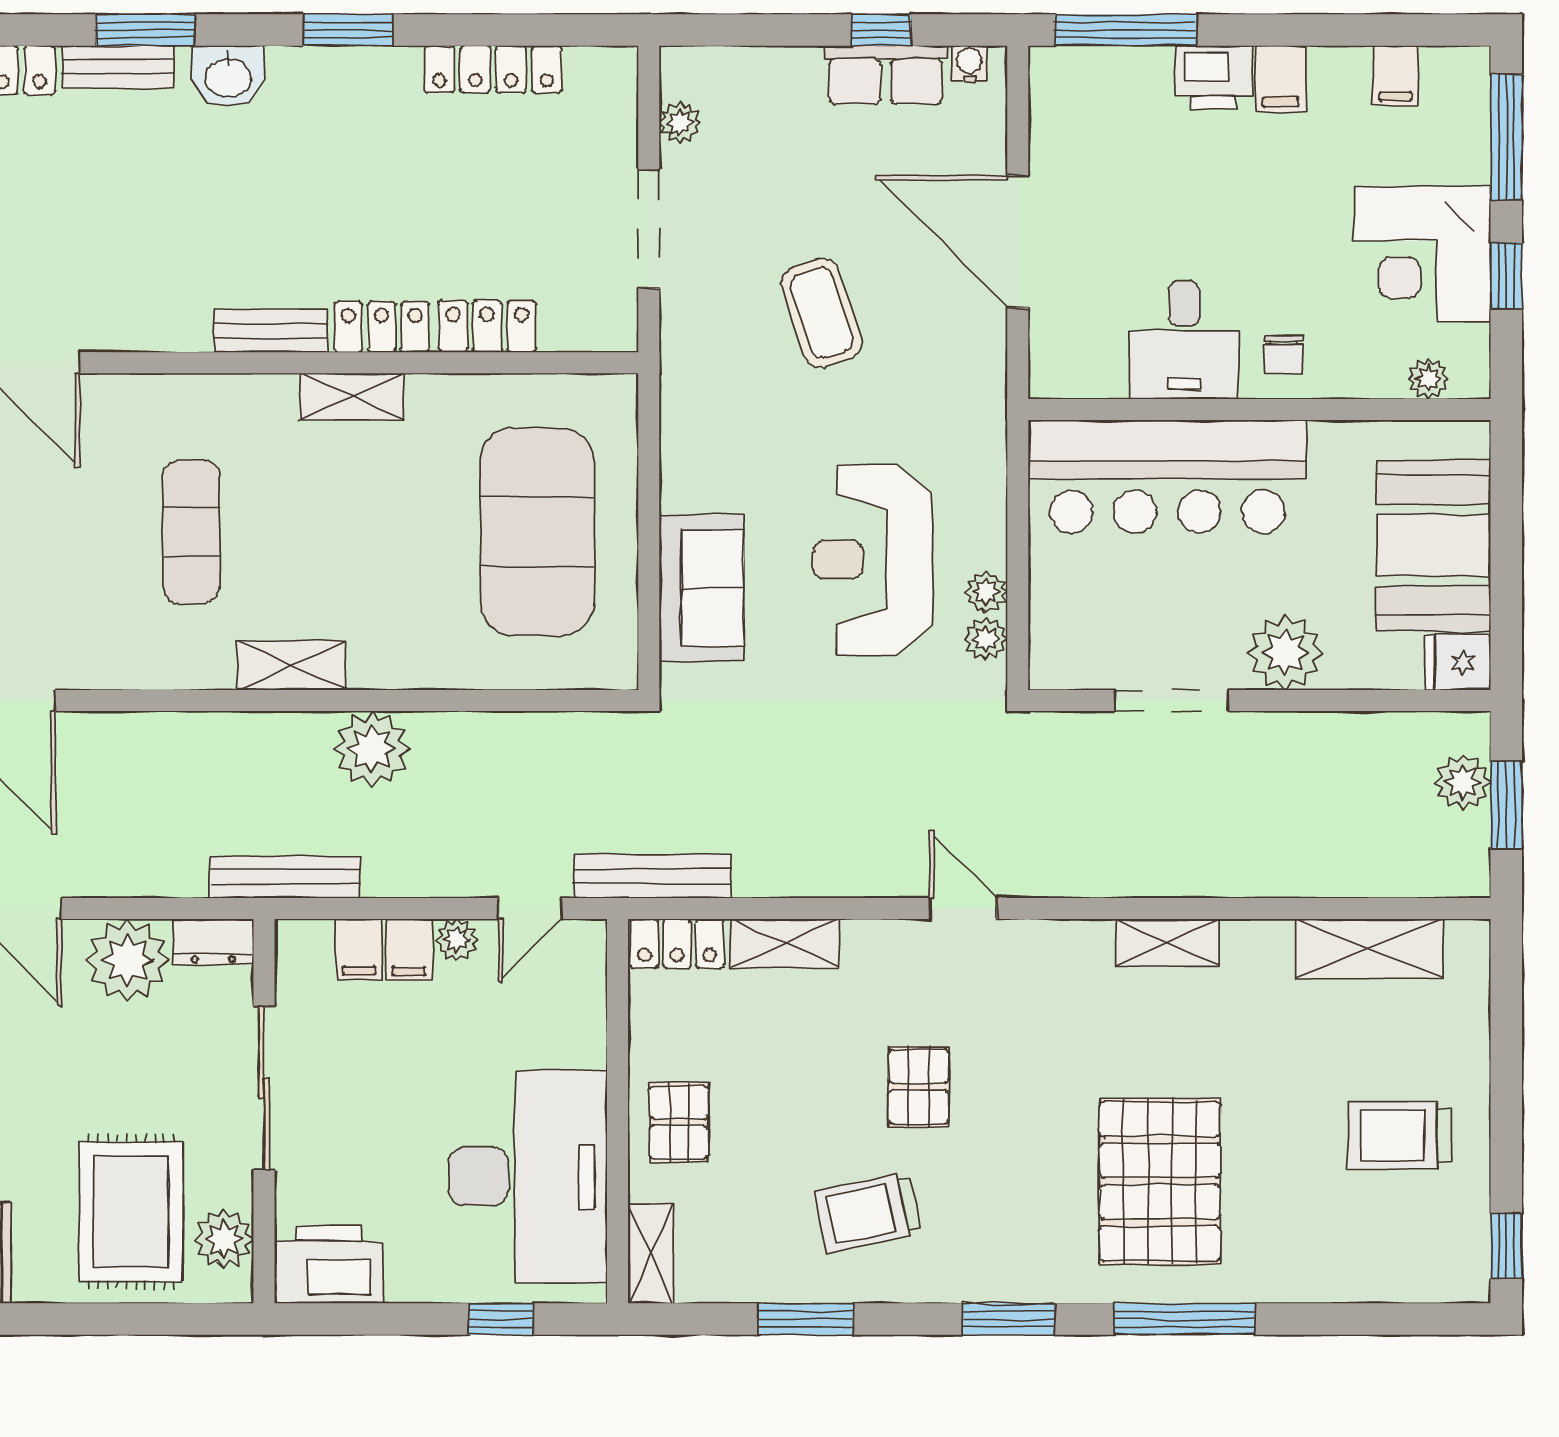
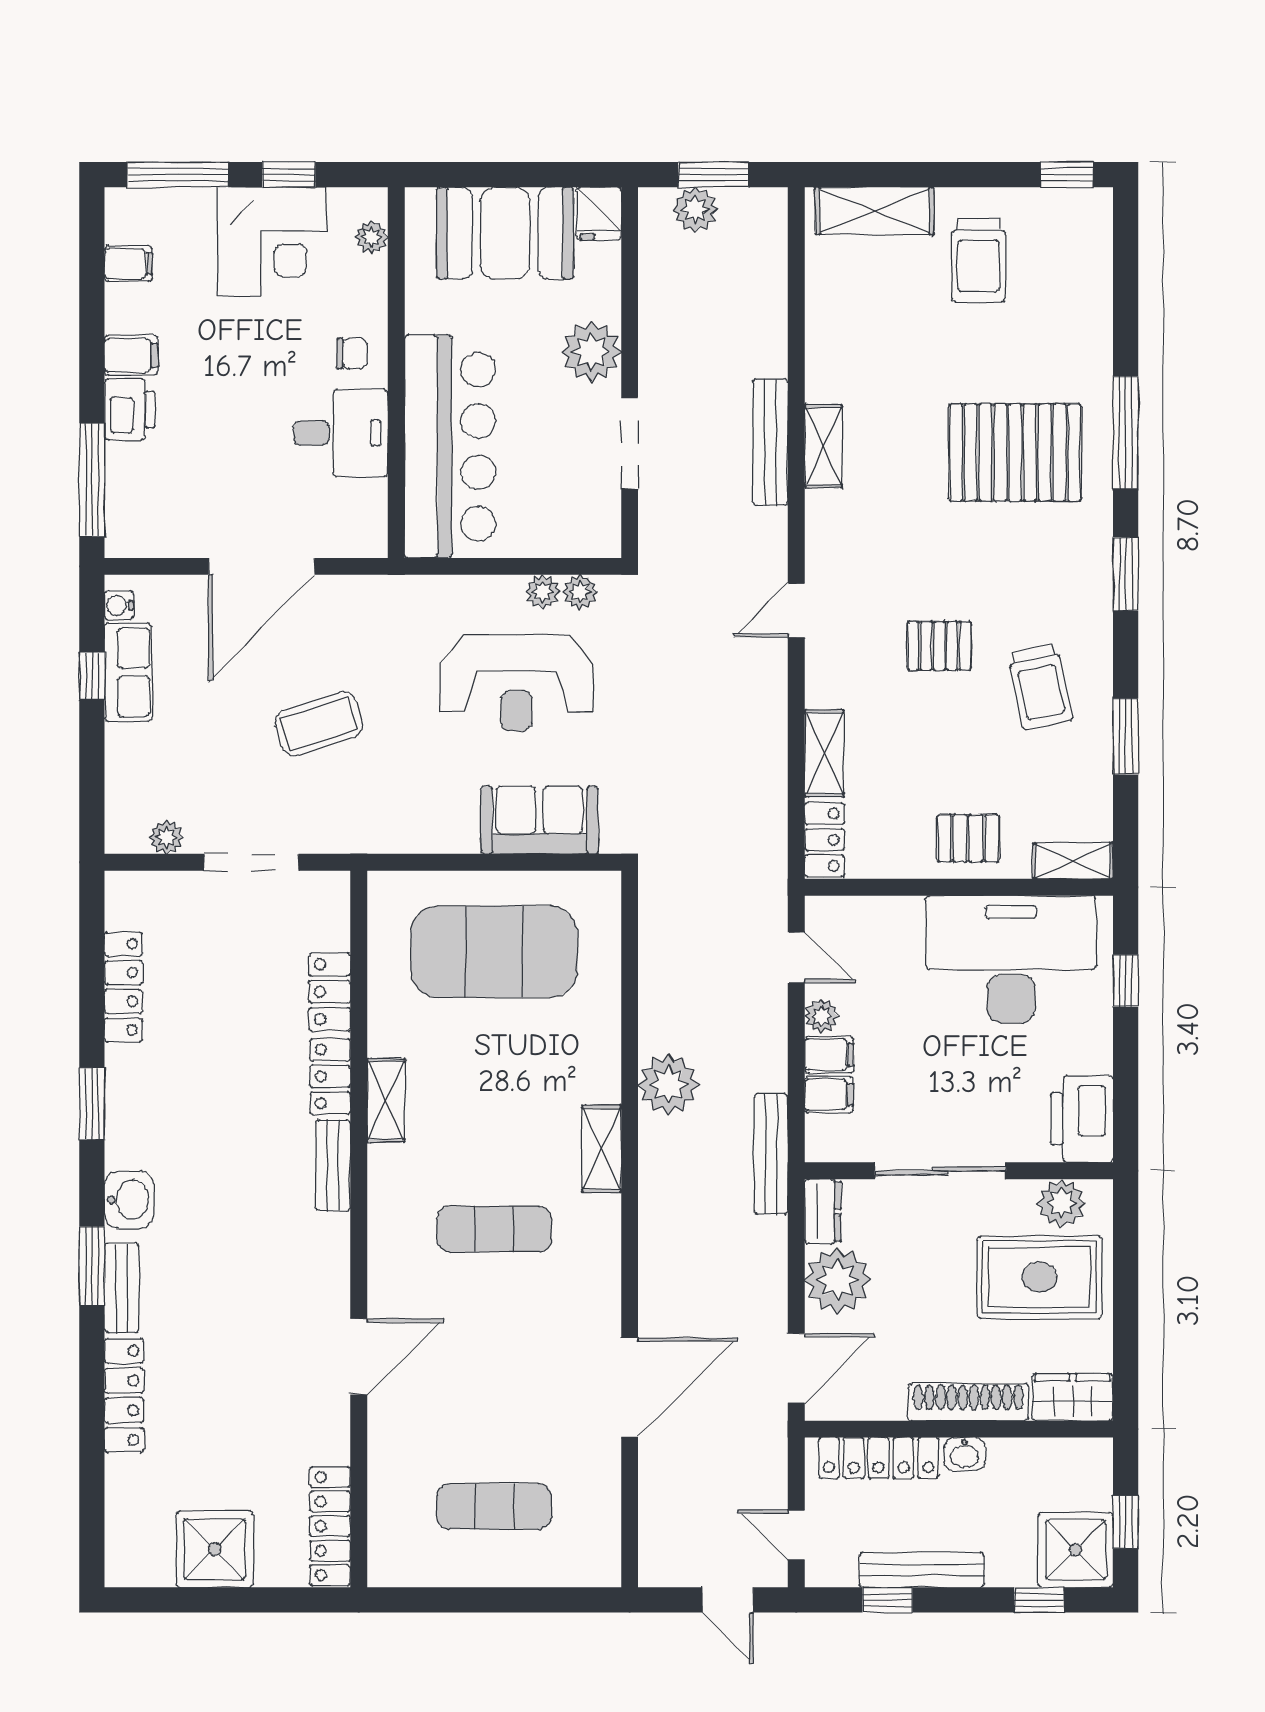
bench: (652, 876) -> (770, 442), moved
shelving: (1369, 948) -> (875, 211), moved, turned 90

